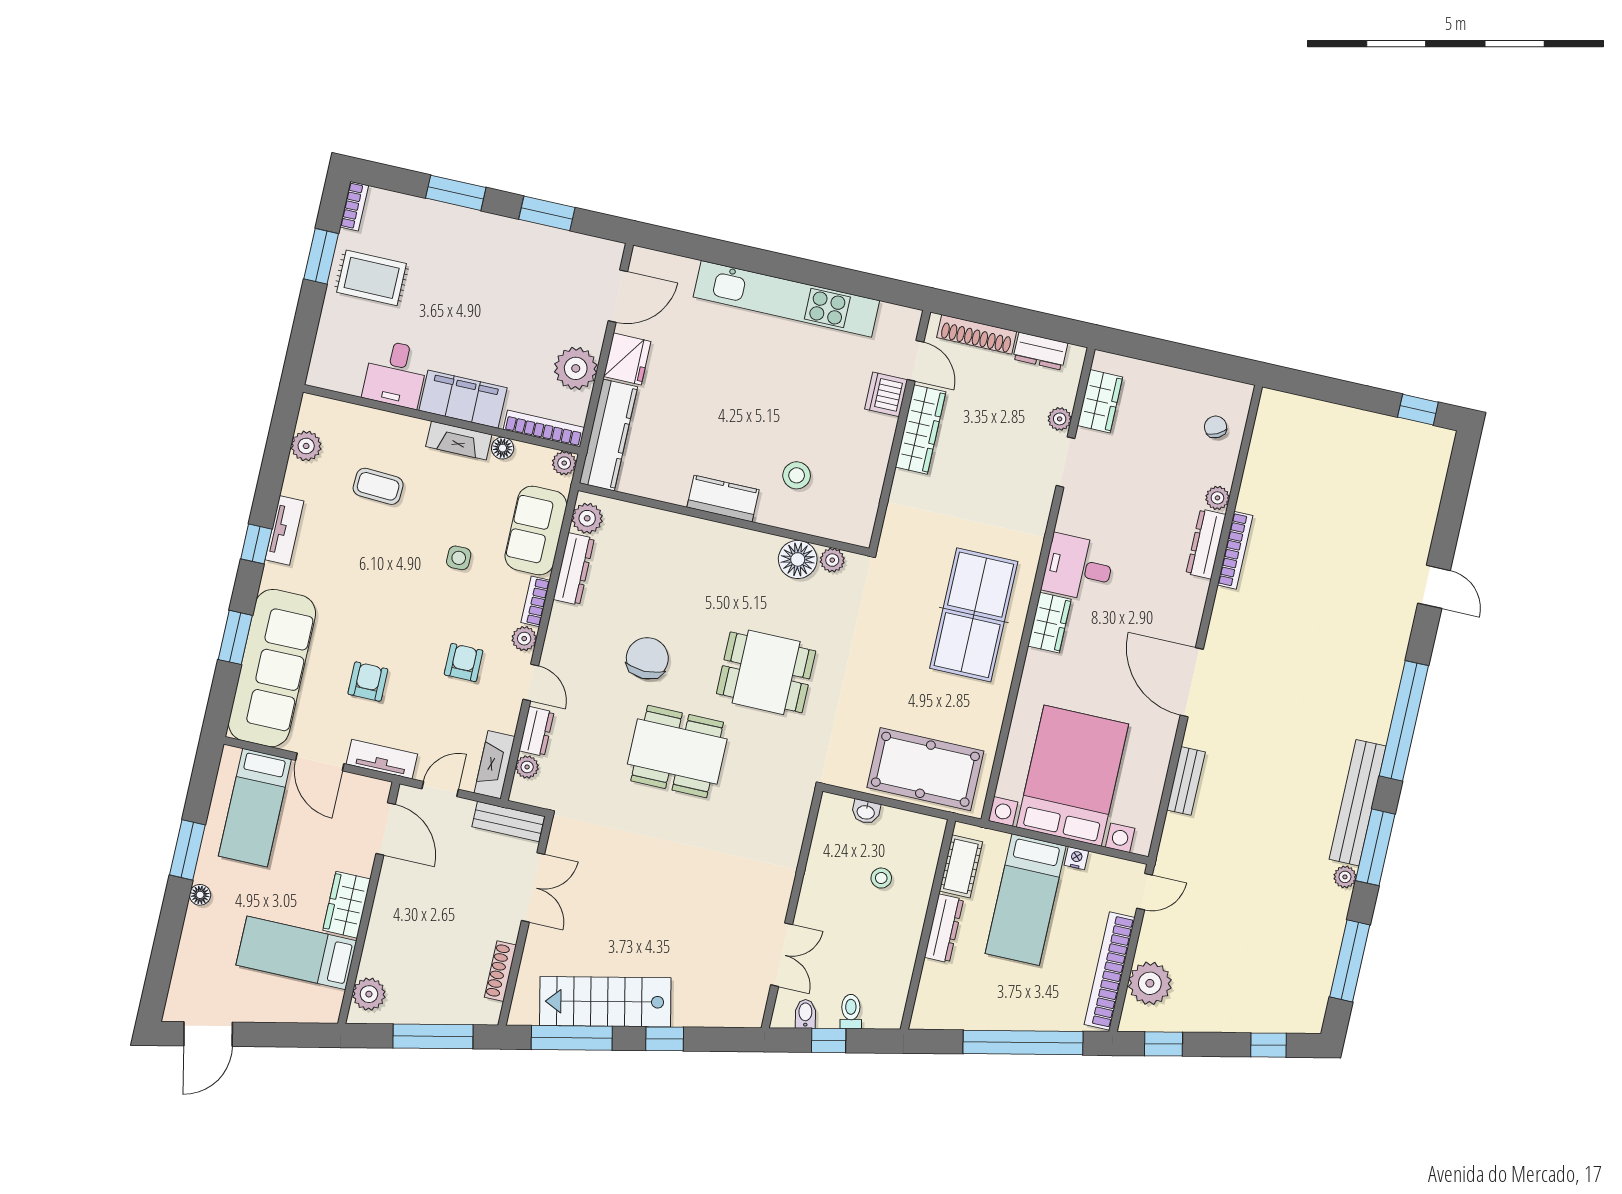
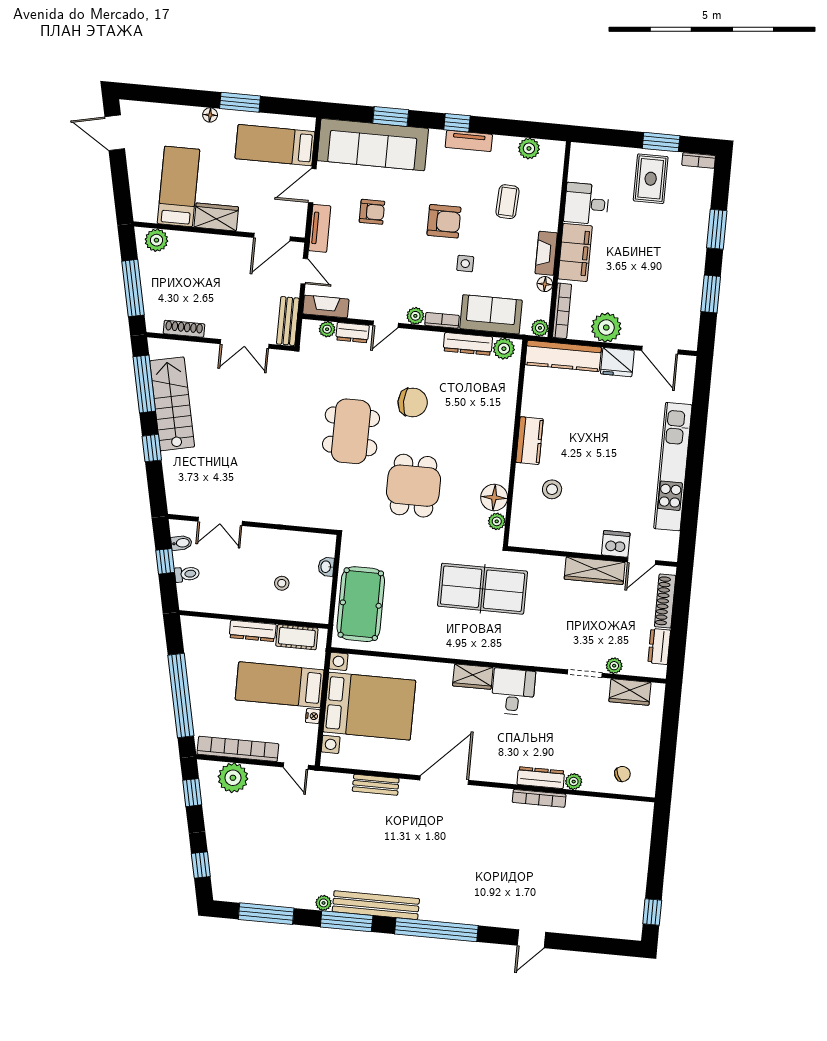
table tennis table: (974, 615) -> (483, 589), moved
armchair: (464, 663) -> (444, 221), moved, width x1.38, depth x1.38

